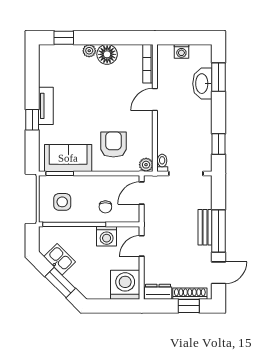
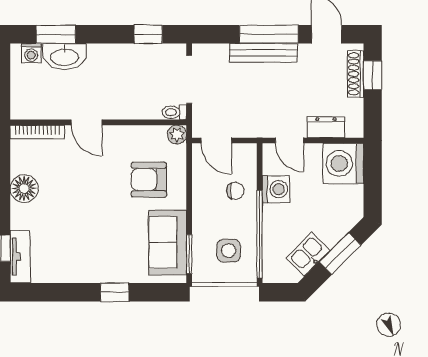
plant: (89, 51) -> (19, 213), removed
washing machine: (181, 51) -> (31, 53), moved, turned 90
tv unit: (46, 106) -> (20, 257), moved, turned 90
bench: (205, 227) -> (263, 53), width x1.36
dresser: (158, 292) -> (326, 127), moved, turned 90

